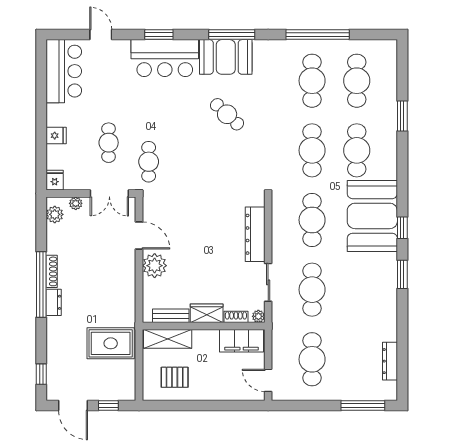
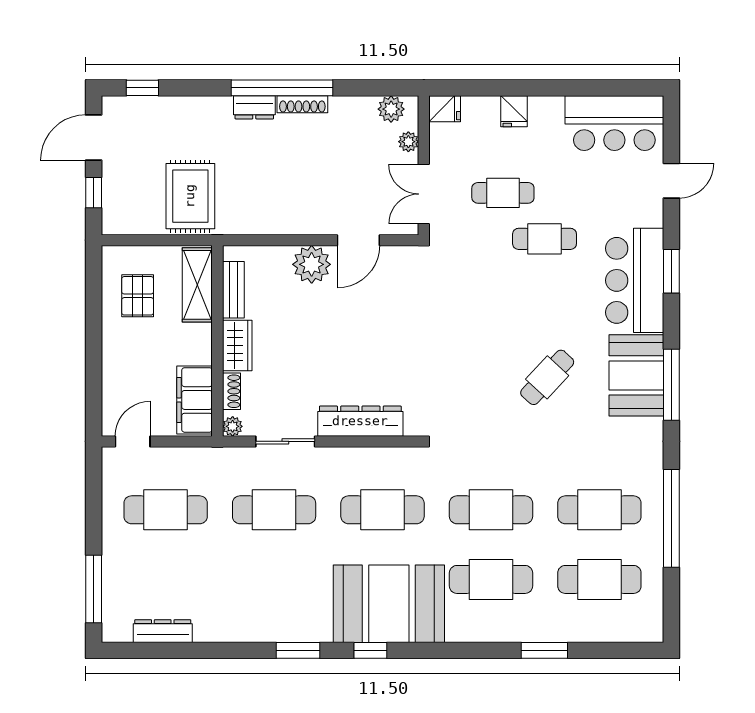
cafe table: (149, 162) -> (545, 239), moved

